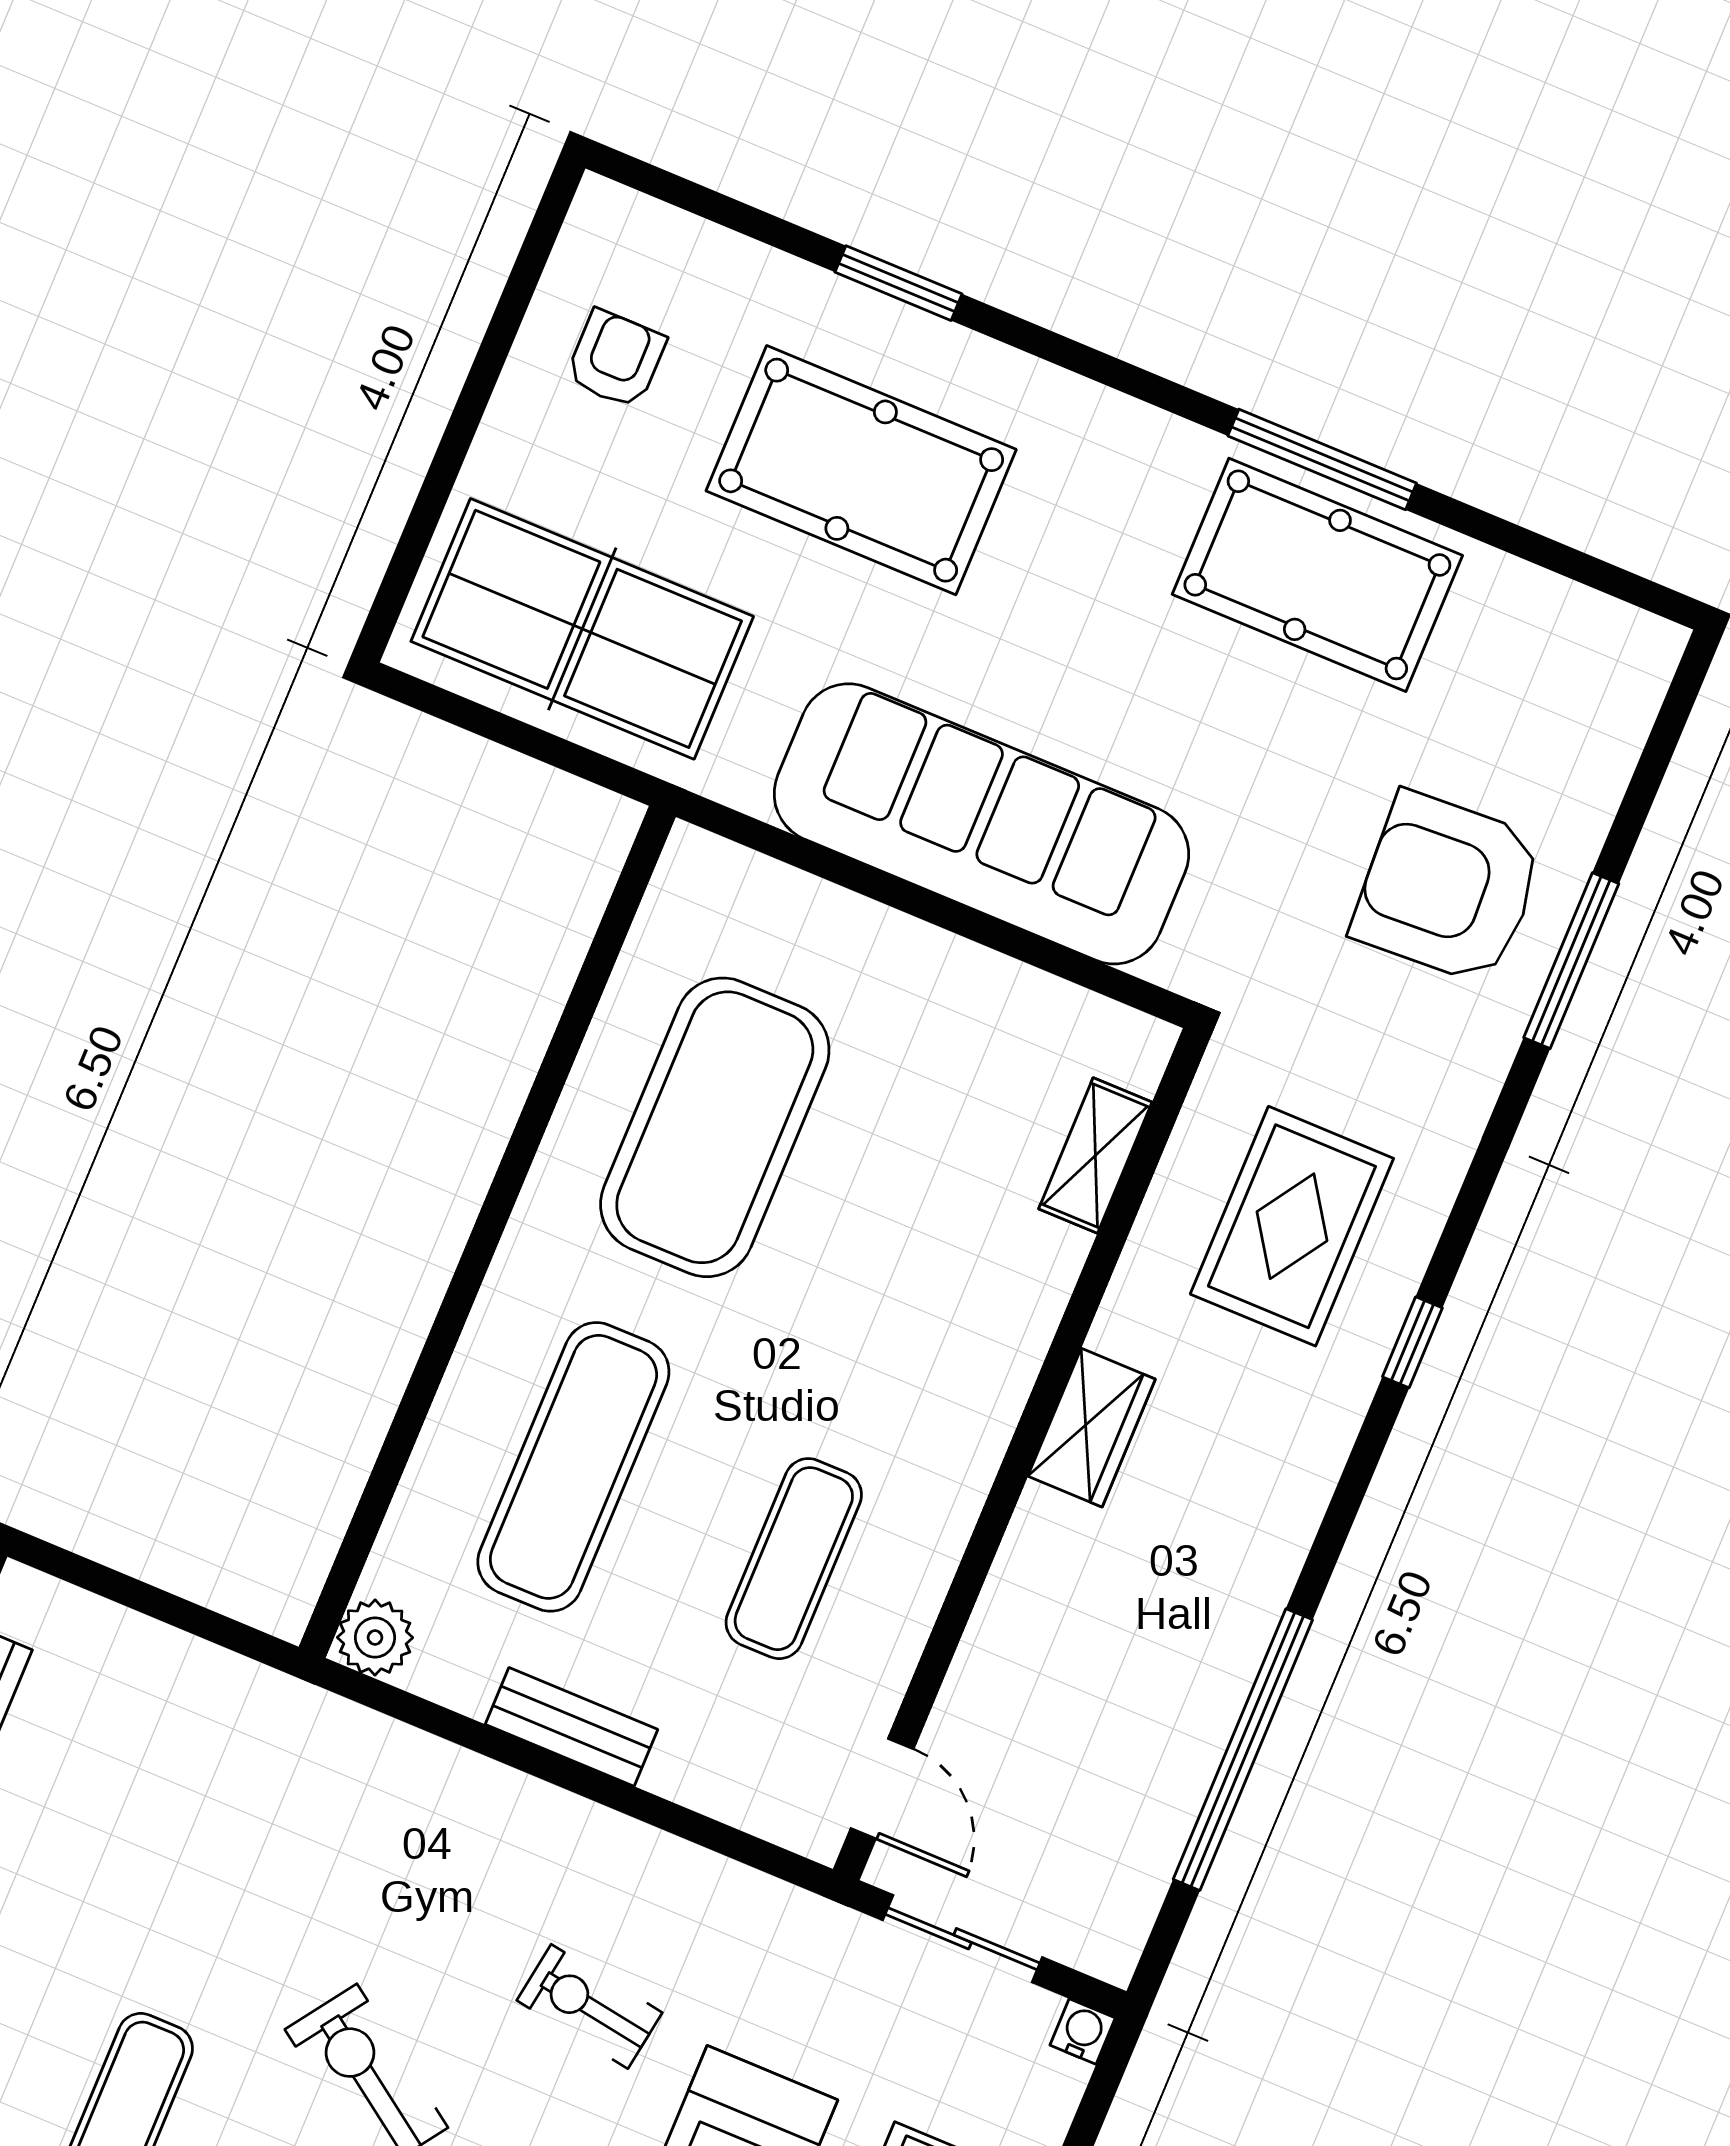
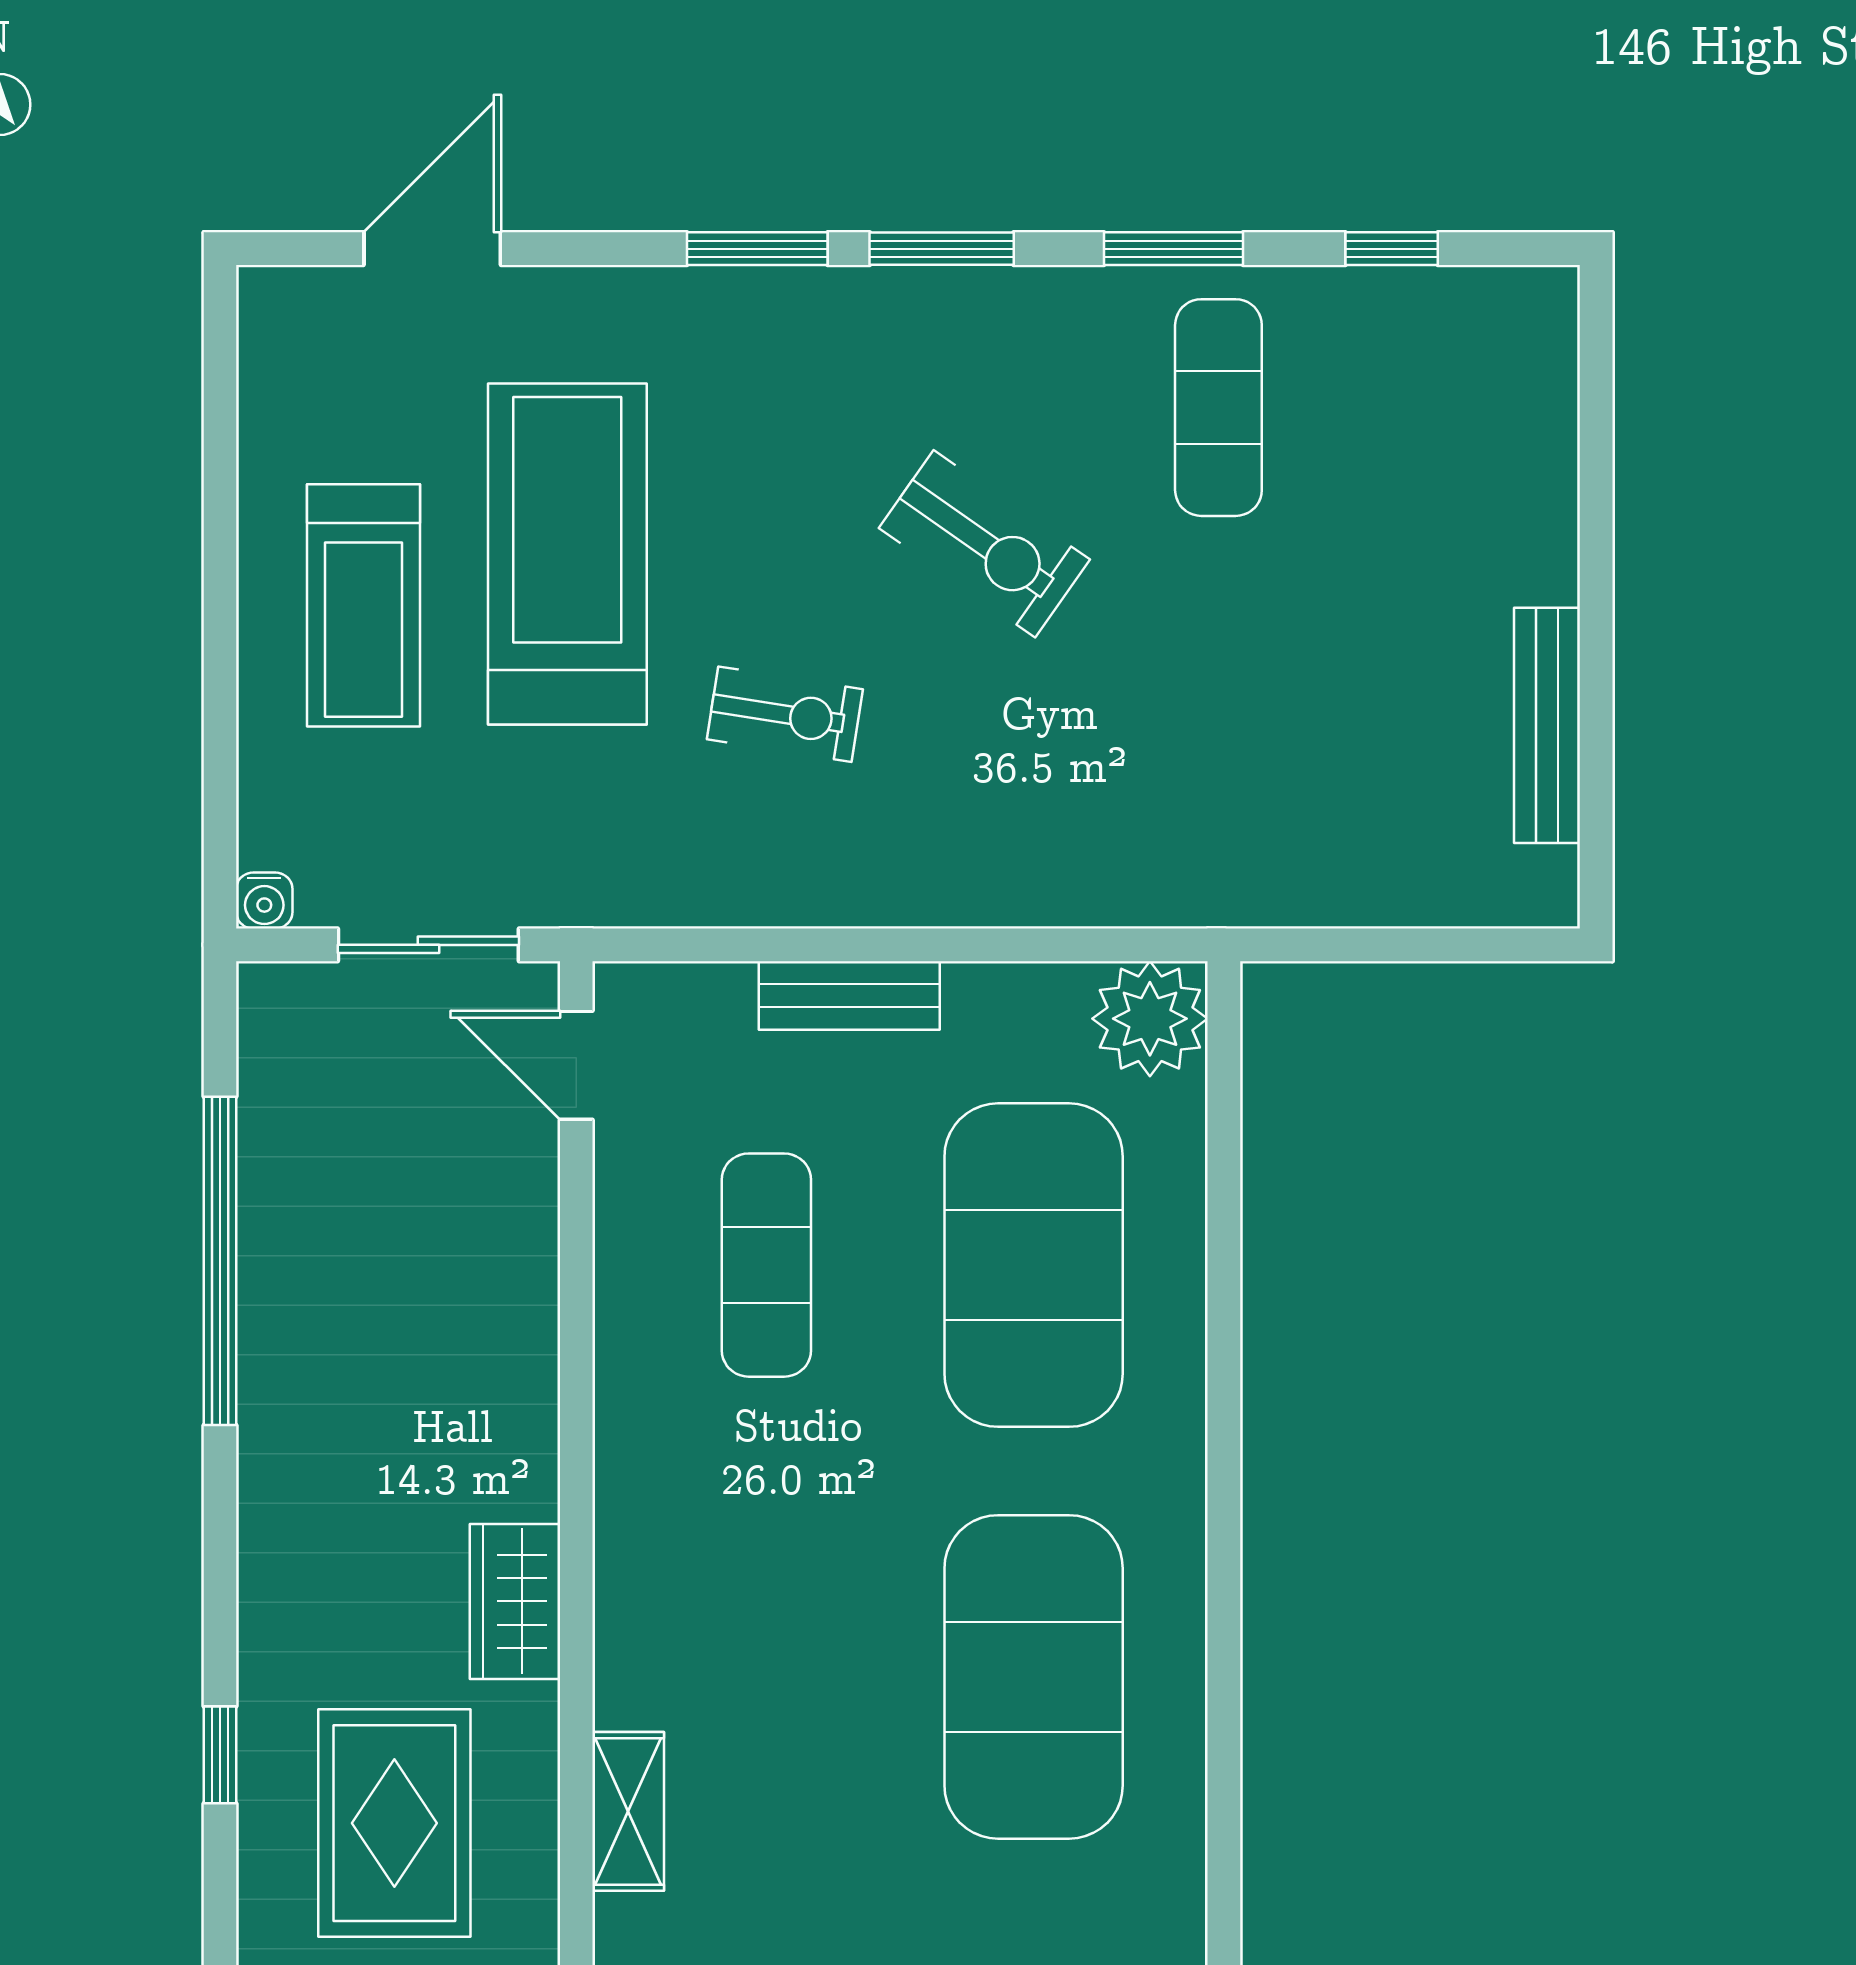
wardrobe: (1092, 1428) -> (515, 1601), moved
exercise mat: (573, 1467) -> (1034, 1265), width x1.47
plant: (375, 1638) -> (1150, 1019), width x1.36, depth x1.36
bench: (572, 1727) -> (849, 995), moved

